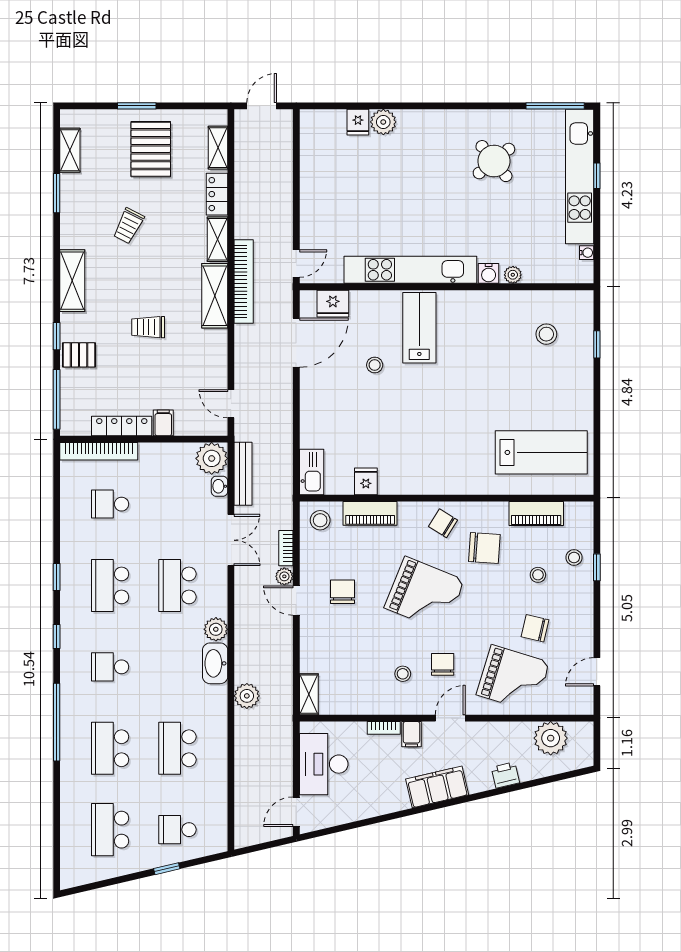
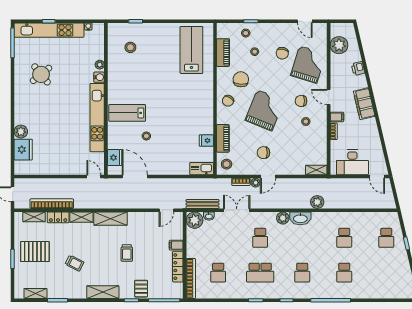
fridge: (358, 122) -> (23, 150), width x1.88, depth x1.34
bookcase: (244, 282) -> (52, 204), moved
school desk: (177, 585) -> (260, 238), width x0.54
school desk: (110, 748) -> (344, 273), width x0.54
school desk: (177, 748) -> (344, 238), width x0.54
school desk: (110, 830) -> (386, 273), removed

